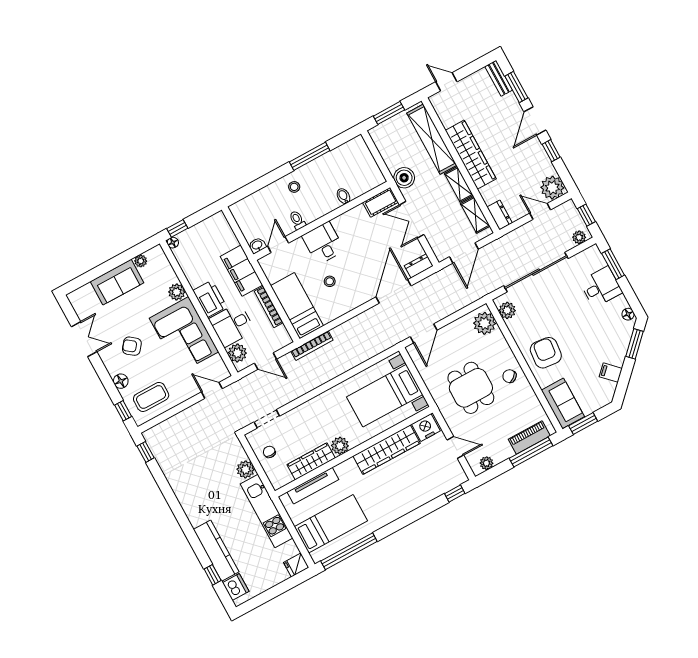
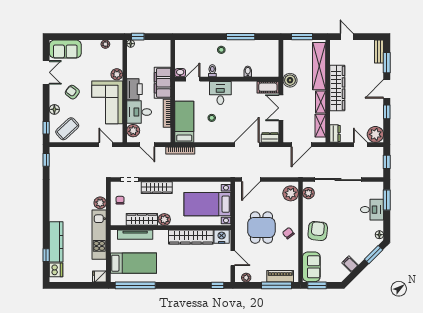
plant: (579, 237) -> (375, 173), removed
sofa: (117, 282) -> (65, 49), moved
coffee table: (151, 397) -> (67, 129), turned -43
wardrobe: (308, 410) -> (157, 188), added

